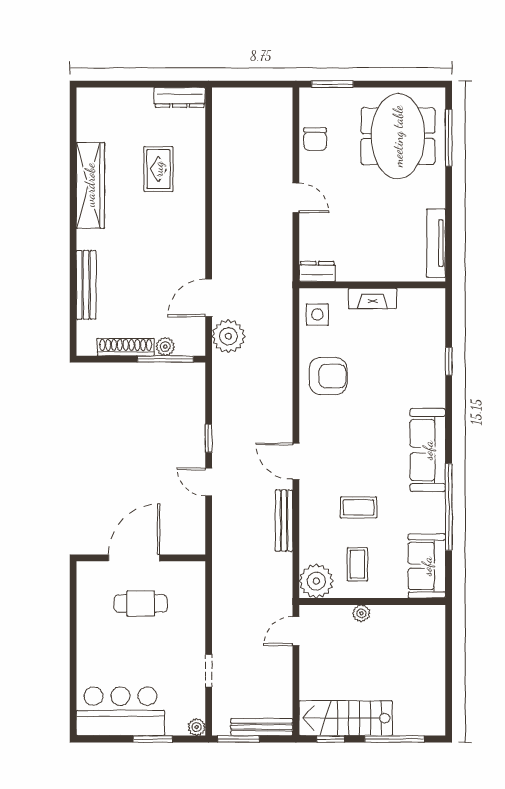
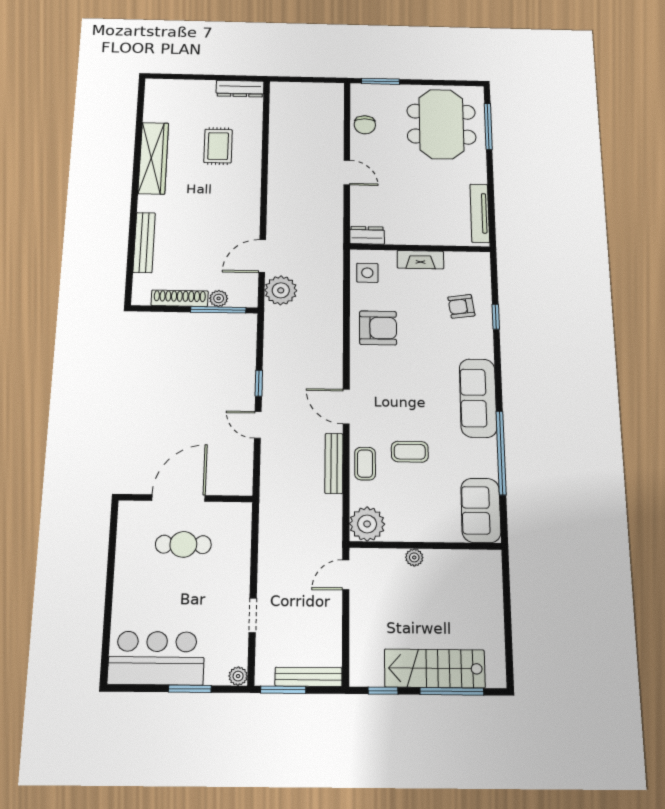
armchair: (414, 350) -> (461, 306), added
coffee table: (357, 564) -> (365, 464), moved
stairs: (346, 718) -> (435, 668), moved

